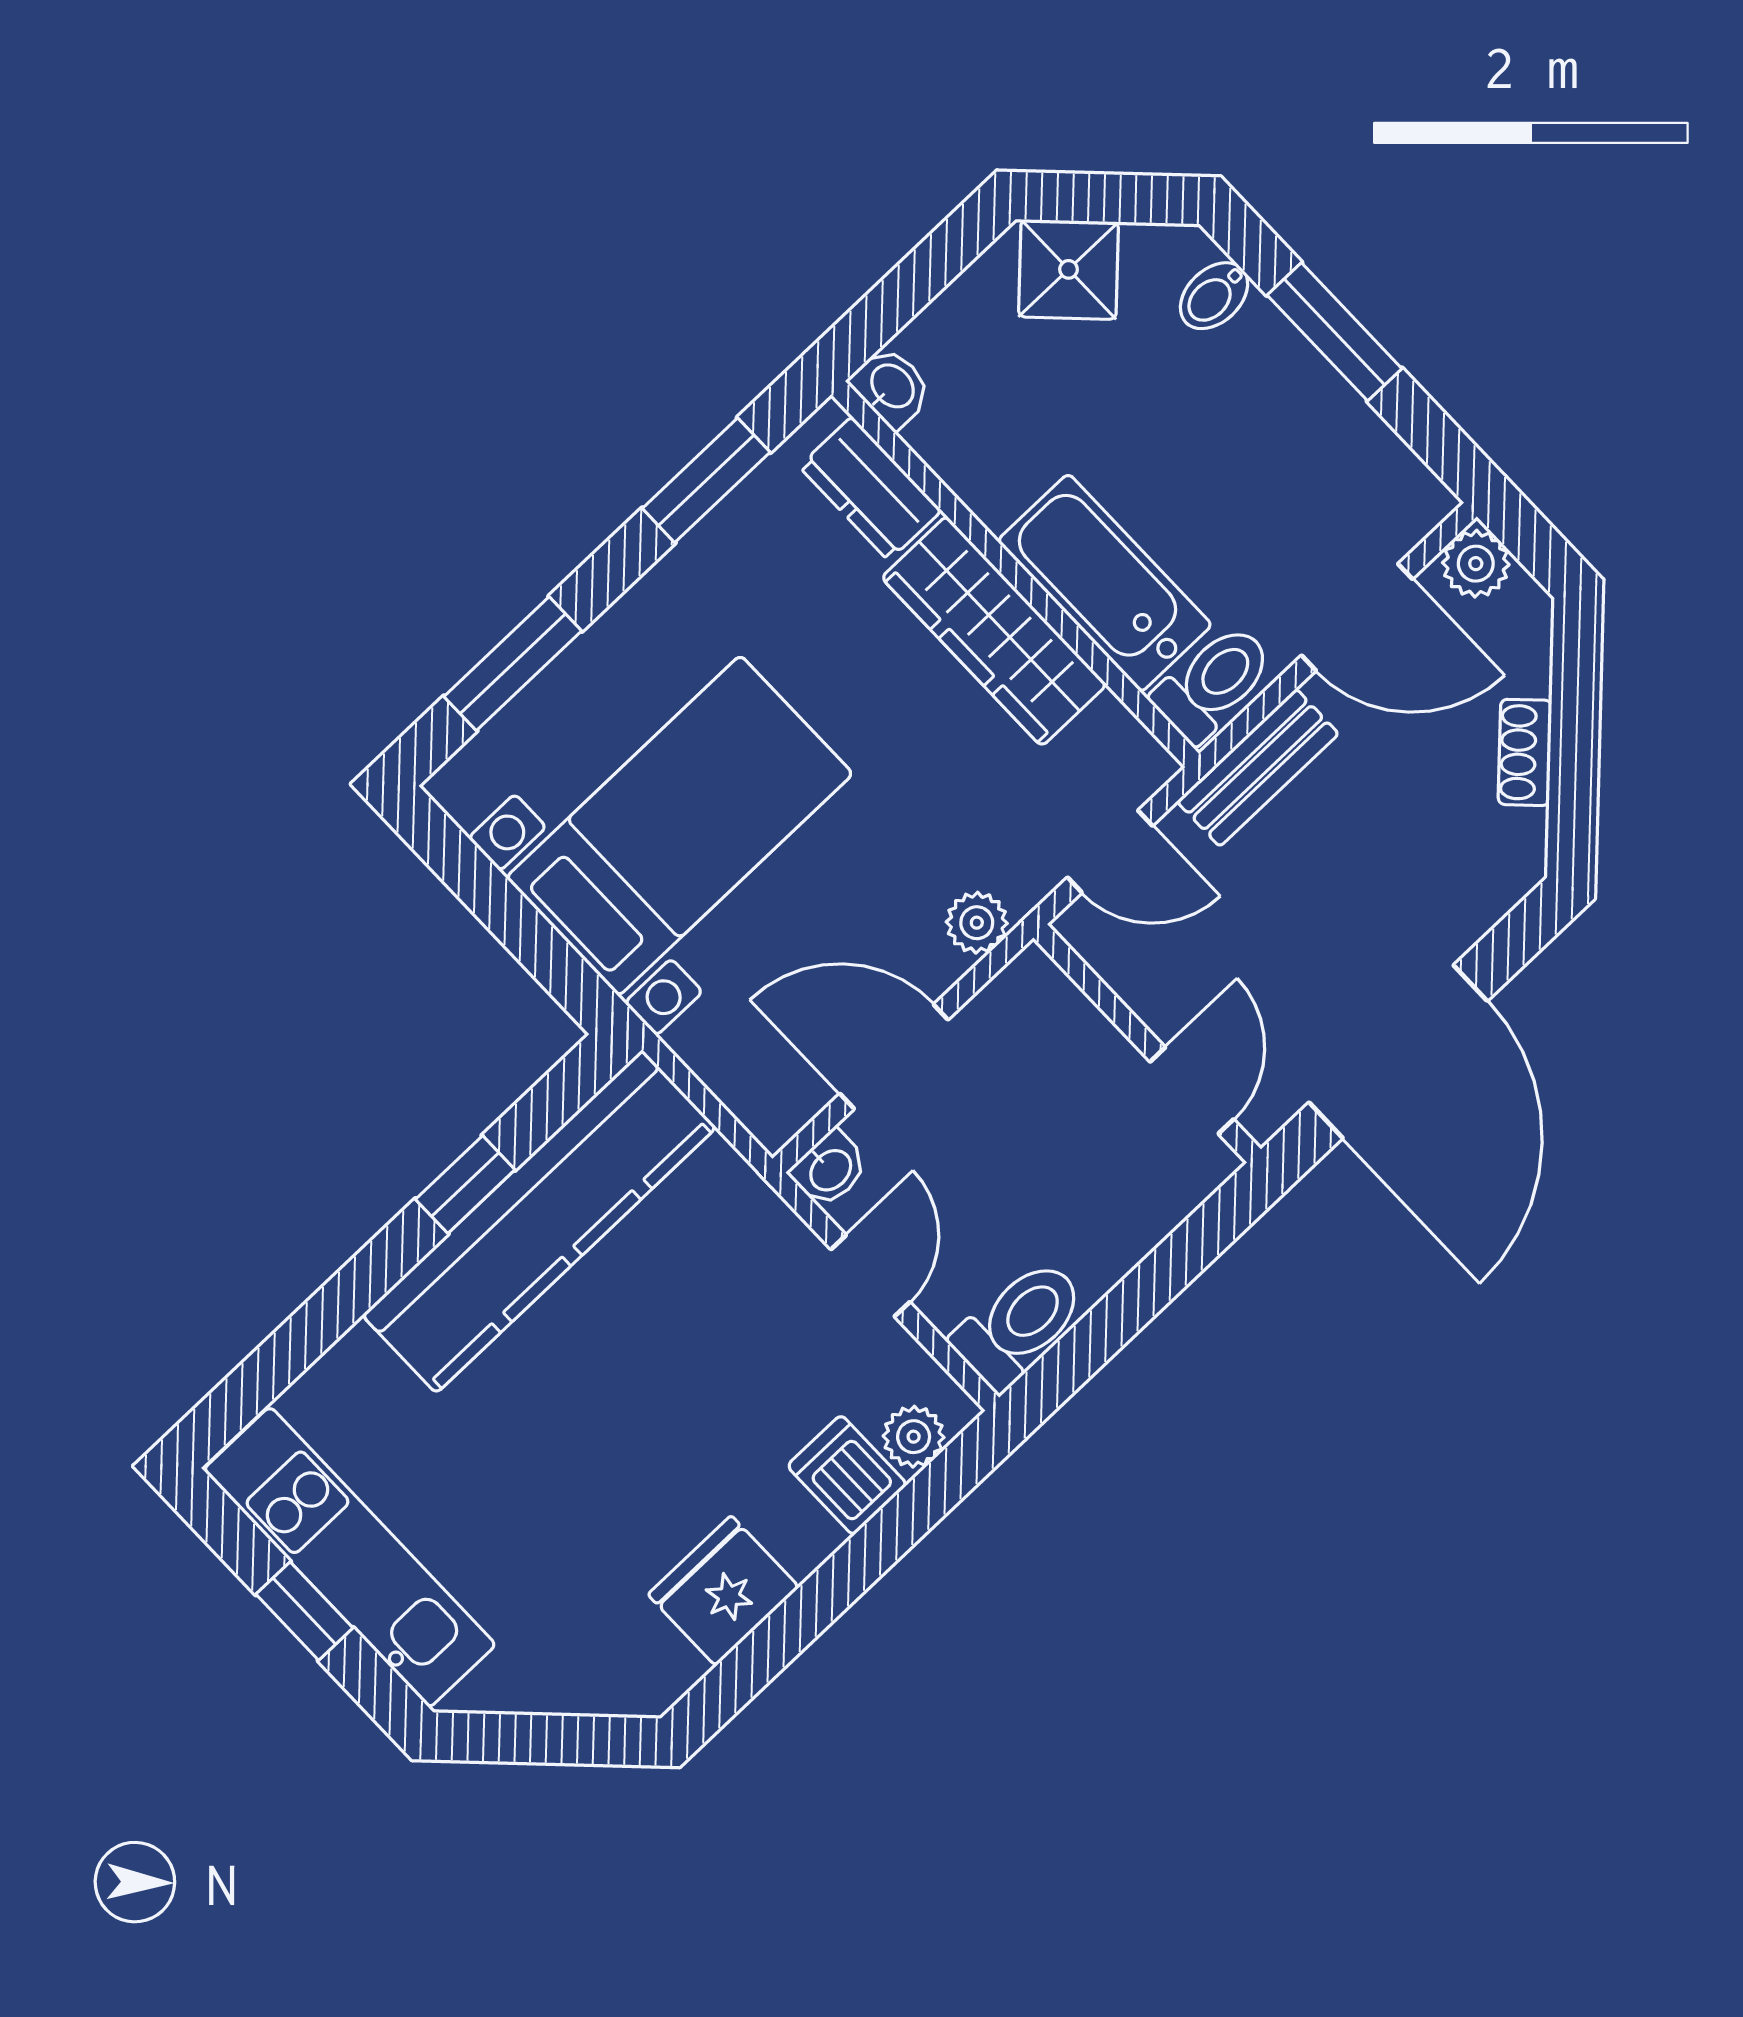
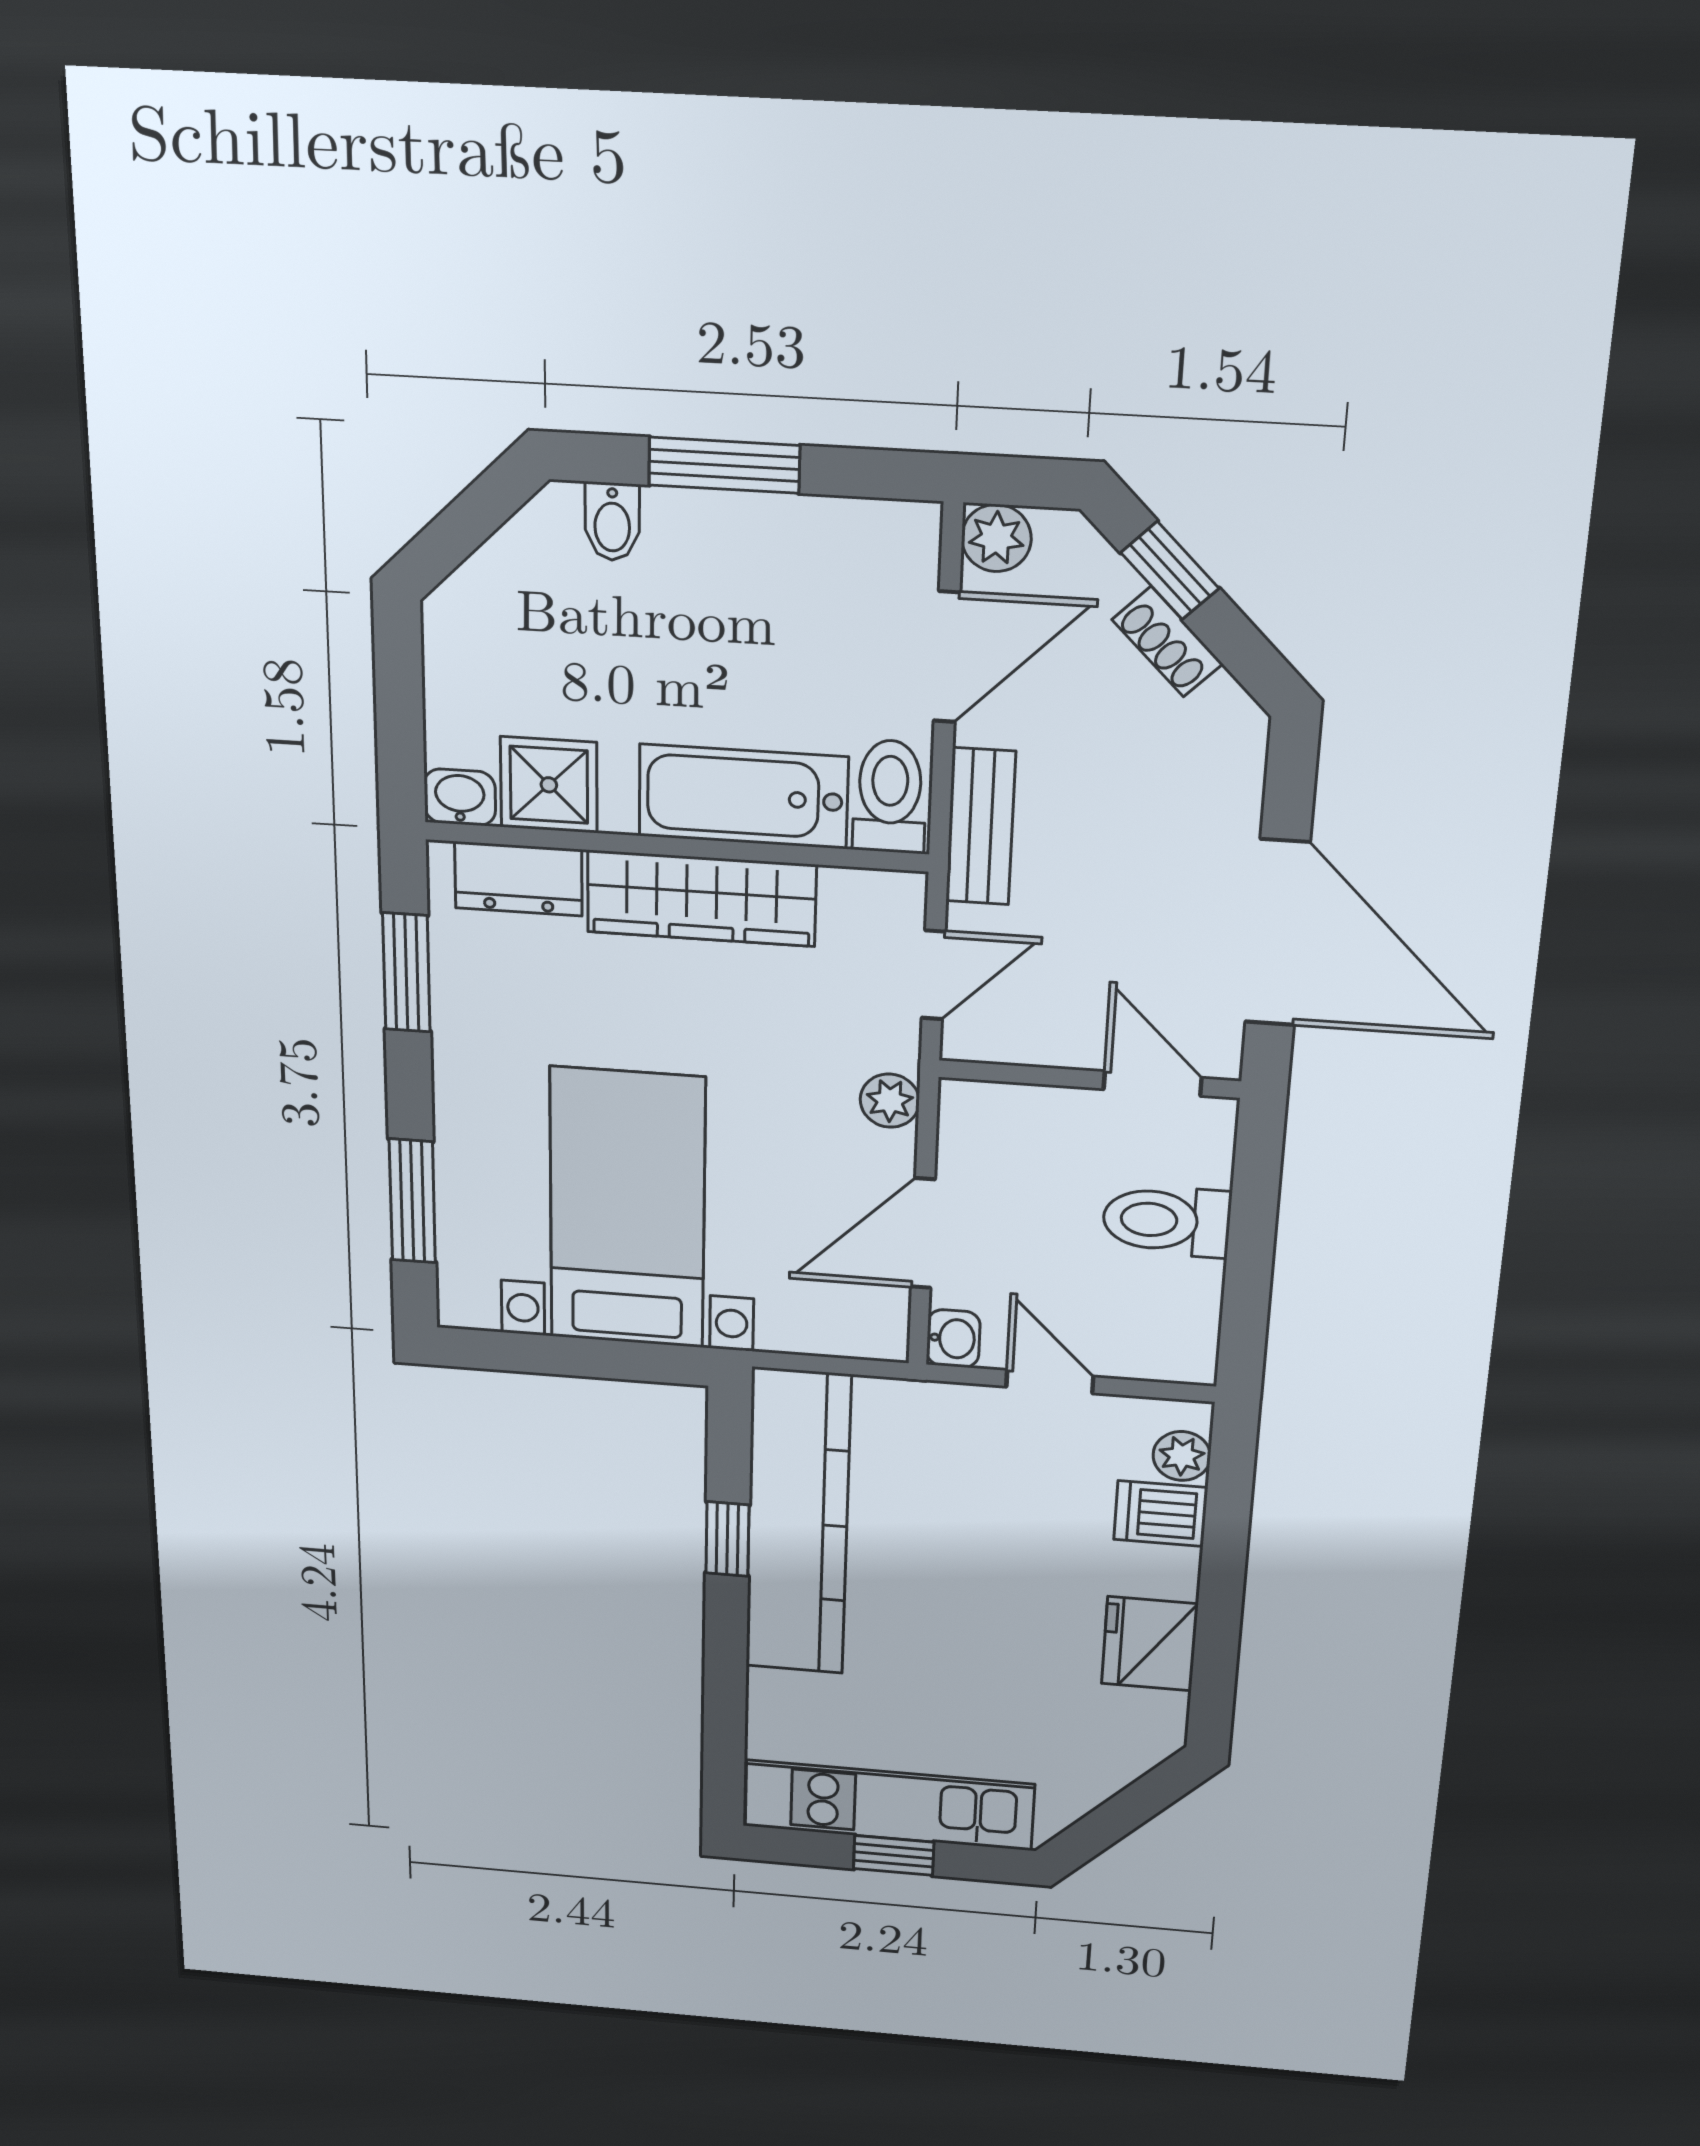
shower: (1069, 269) -> (549, 785), moved, turned 45
window: (1575, 701) -> (1170, 571), added
toilet: (1019, 1324) -> (1167, 1221), moved, turned -90

